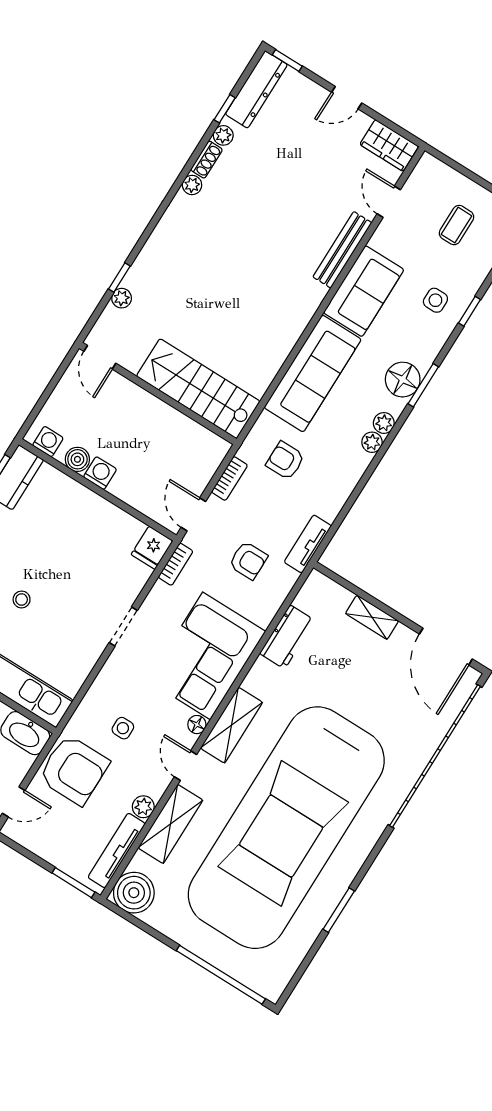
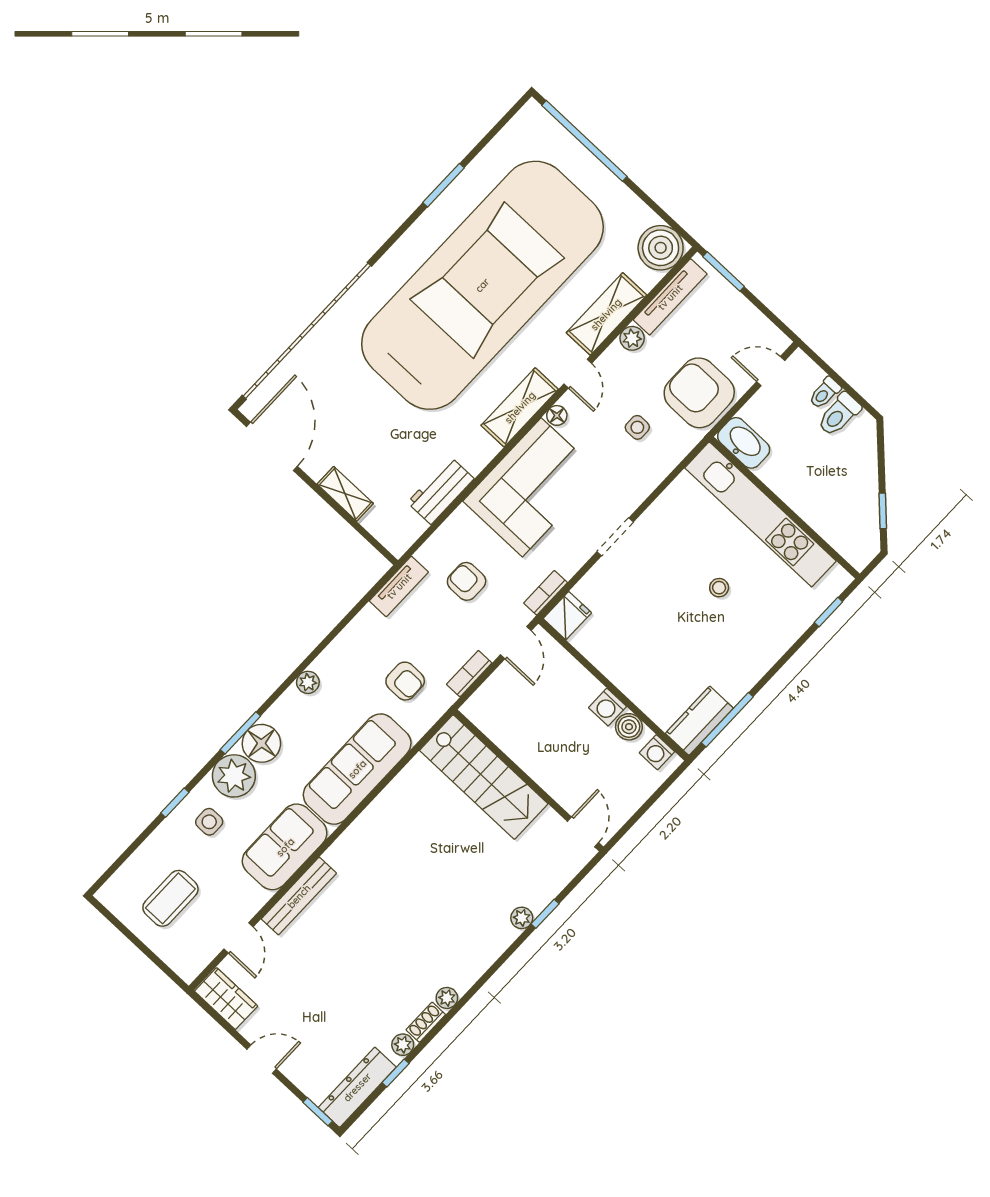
coffee table: (456, 225) -> (170, 898), width x1.36, depth x1.30
plant: (122, 298) -> (522, 918), moved
plant: (384, 423) -> (234, 776), moved, width x1.88, depth x1.88

